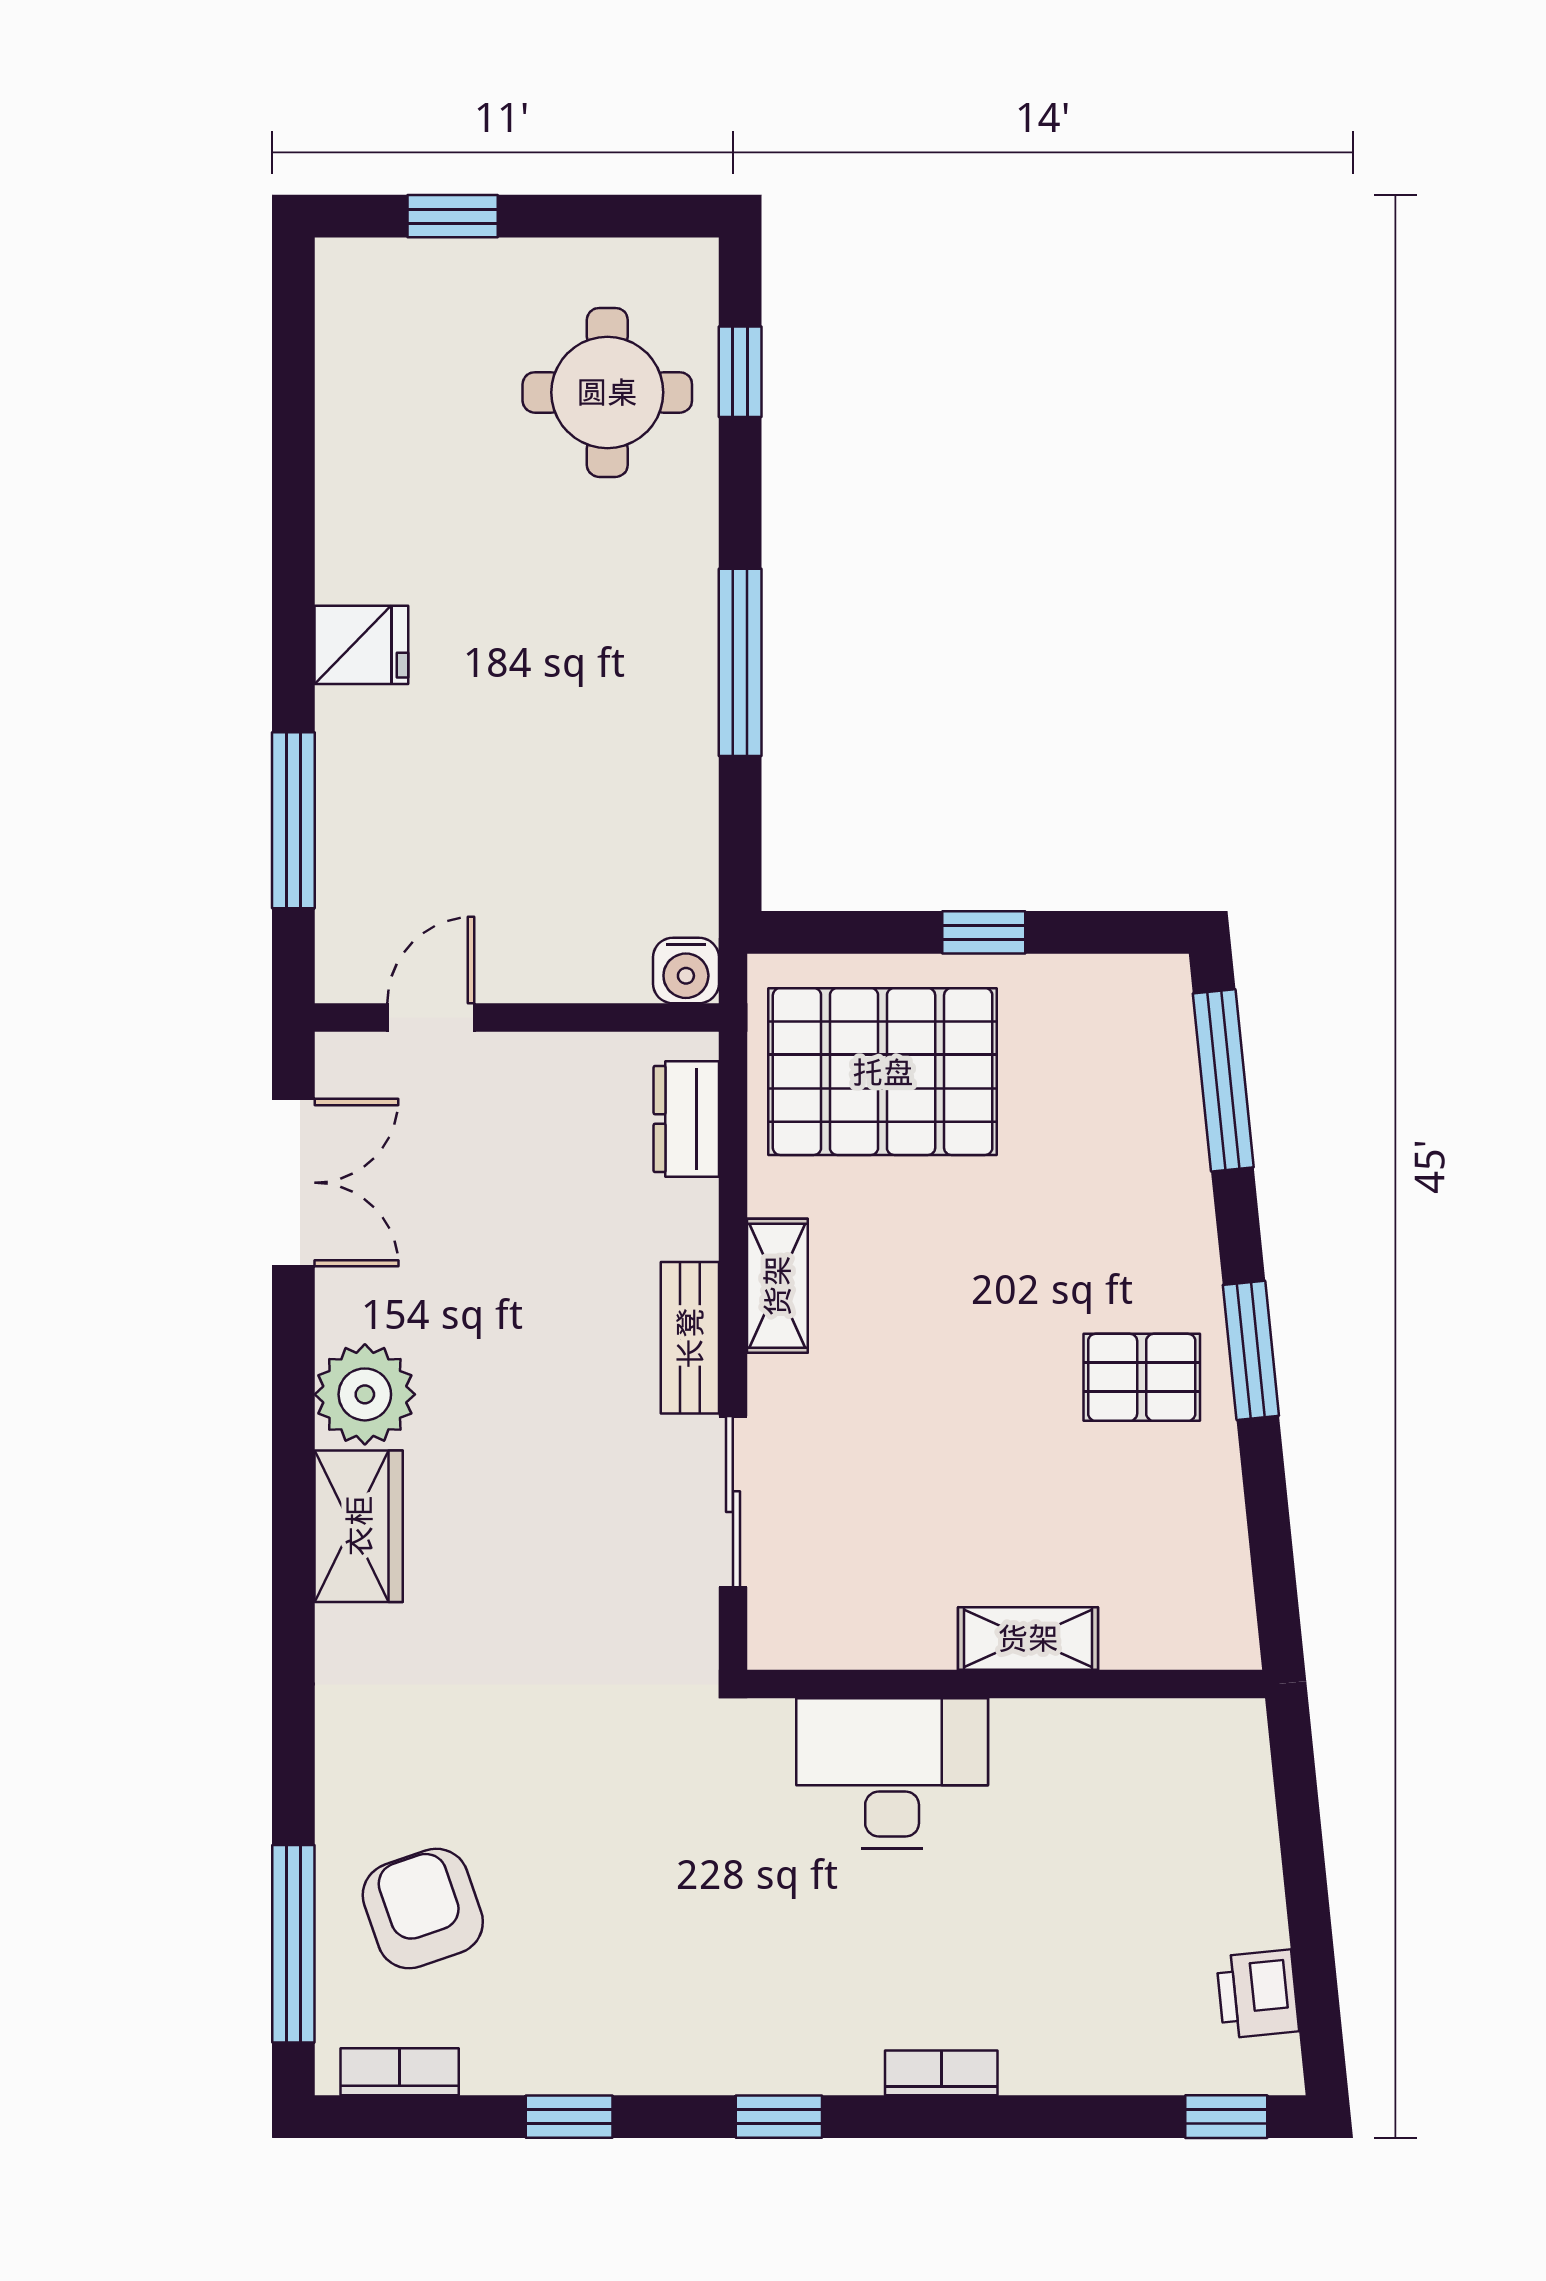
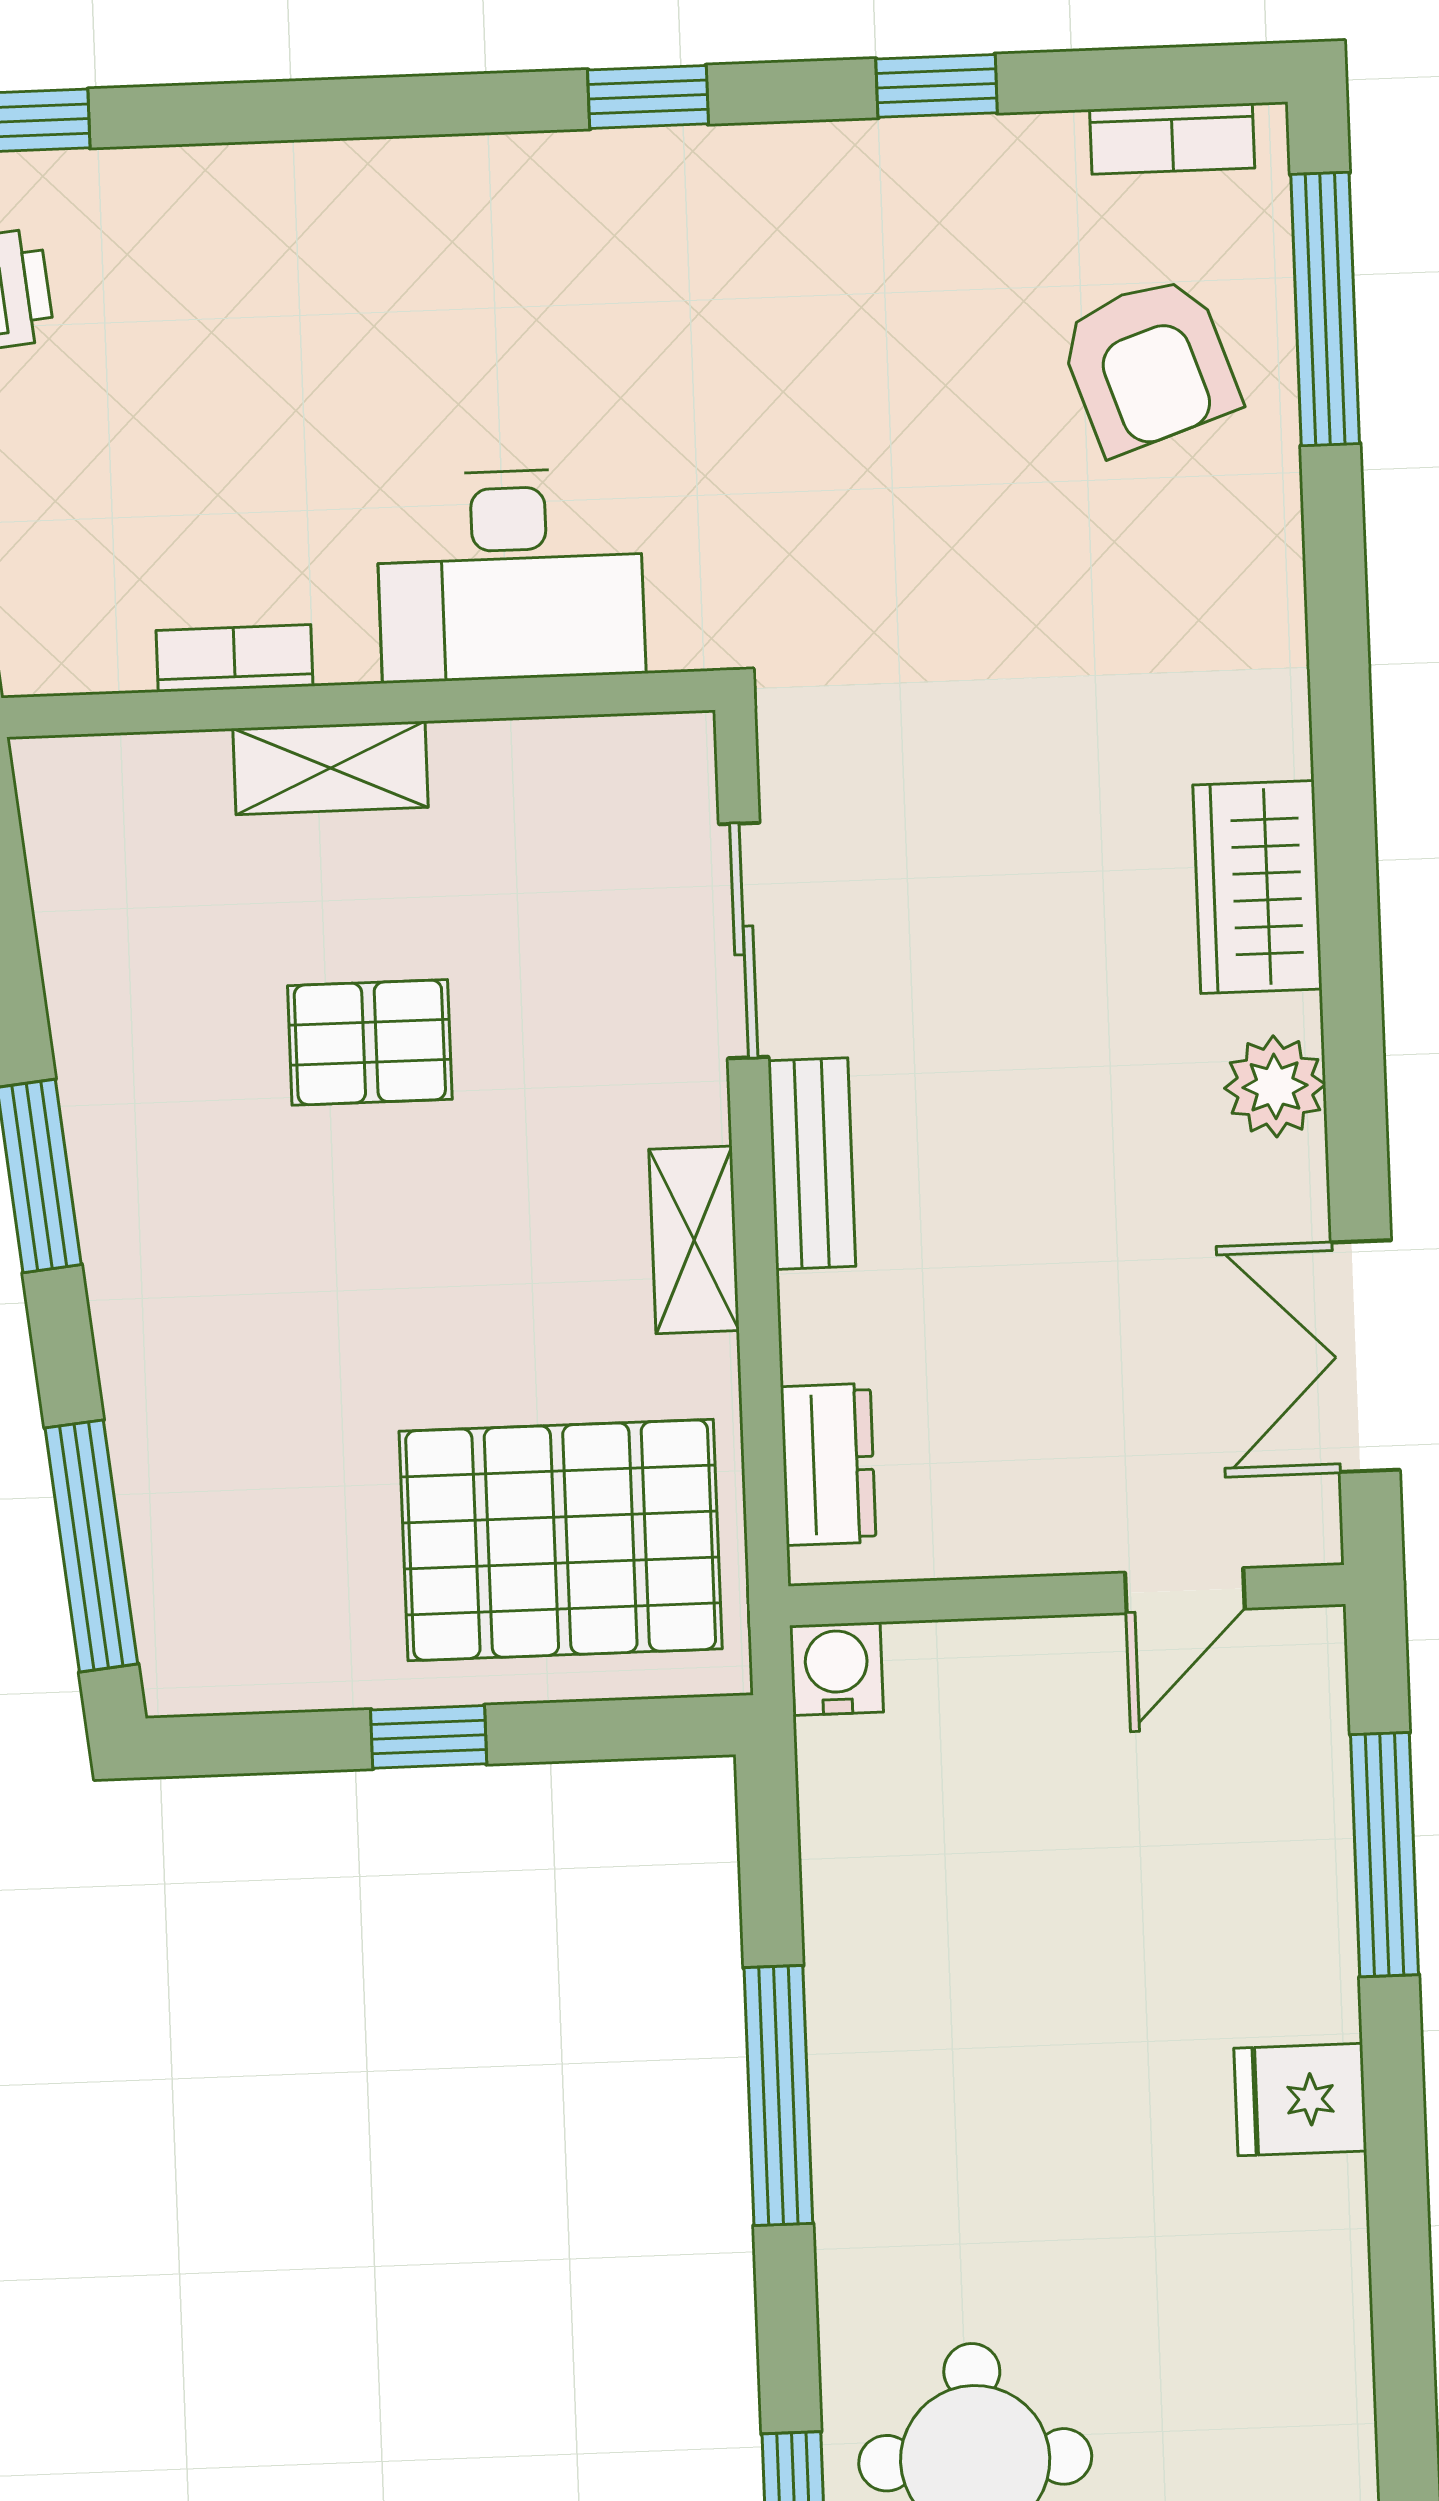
pallet: (1142, 1377) -> (370, 1042), moved
plant: (365, 1394) -> (1275, 1086), width x0.73, depth x0.73
bookcase: (941, 2073) -> (234, 658), moved, turned 180

